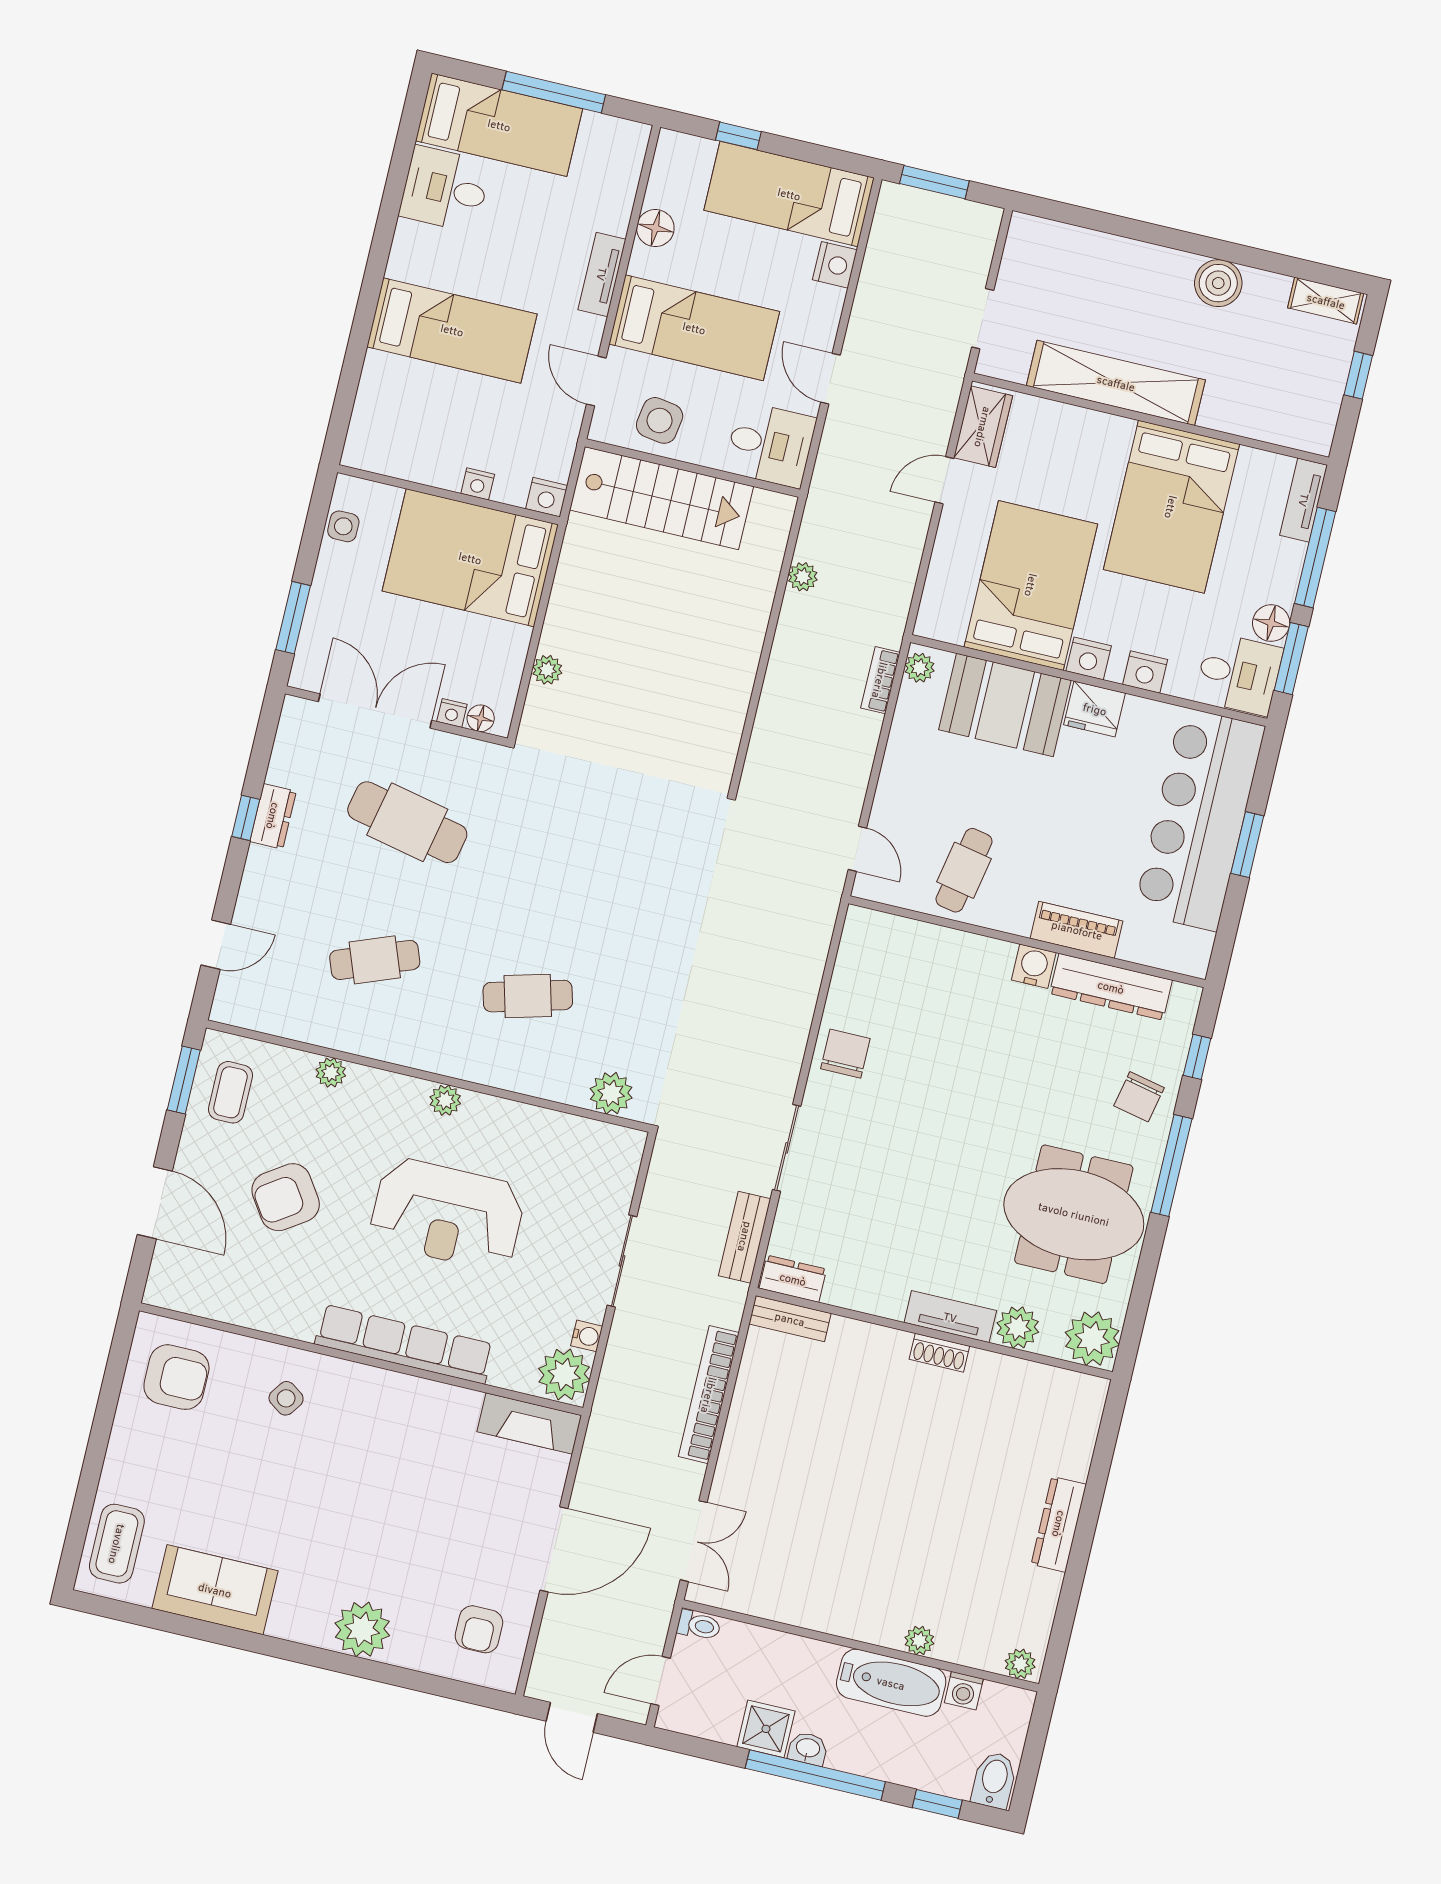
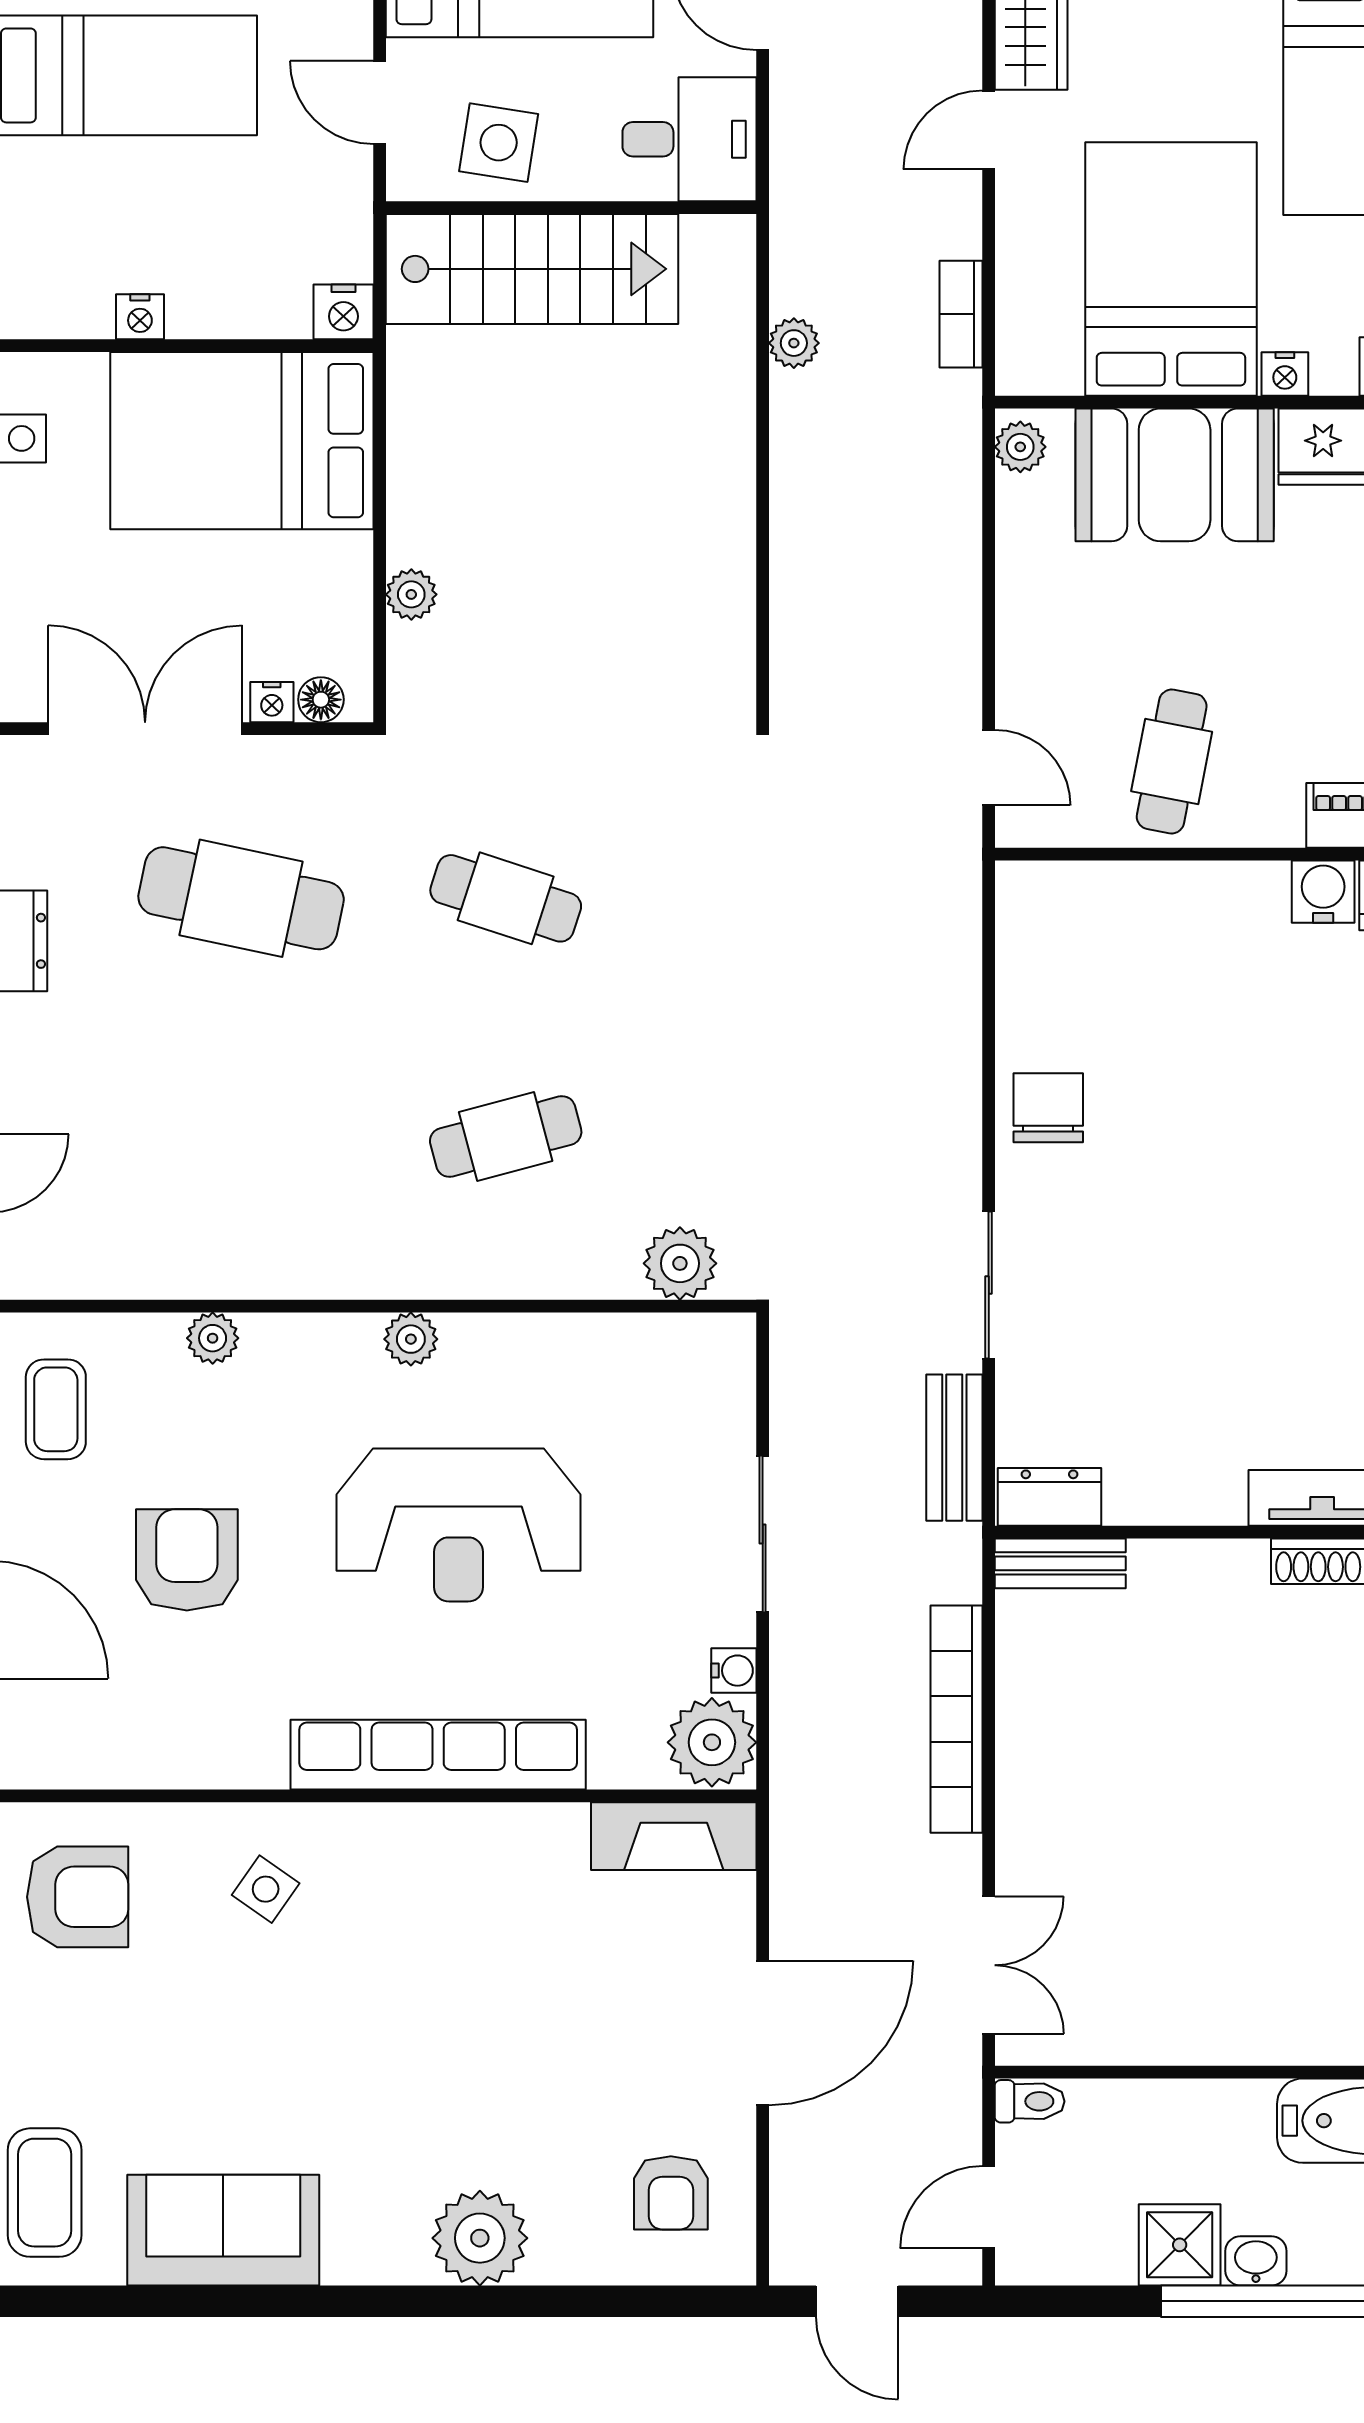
nightstand: (478, 484) -> (140, 317), moved
nightstand: (1089, 658) -> (1285, 374), width x0.72, depth x0.74
bookcase: (880, 680) -> (961, 314), moved
cafe table: (375, 960) -> (506, 898), moved, turned 39
armchair: (286, 1197) -> (187, 1560), turned 124

